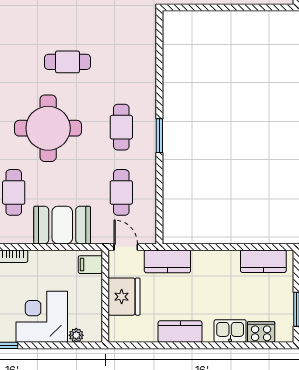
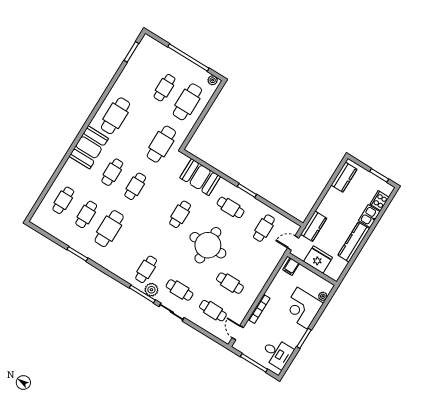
cafe table: (121, 192) -> (264, 228), turned 90
booth: (62, 225) -> (200, 177), moved, turned 90
kitchen counter: (180, 332) -> (354, 242), width x1.50

